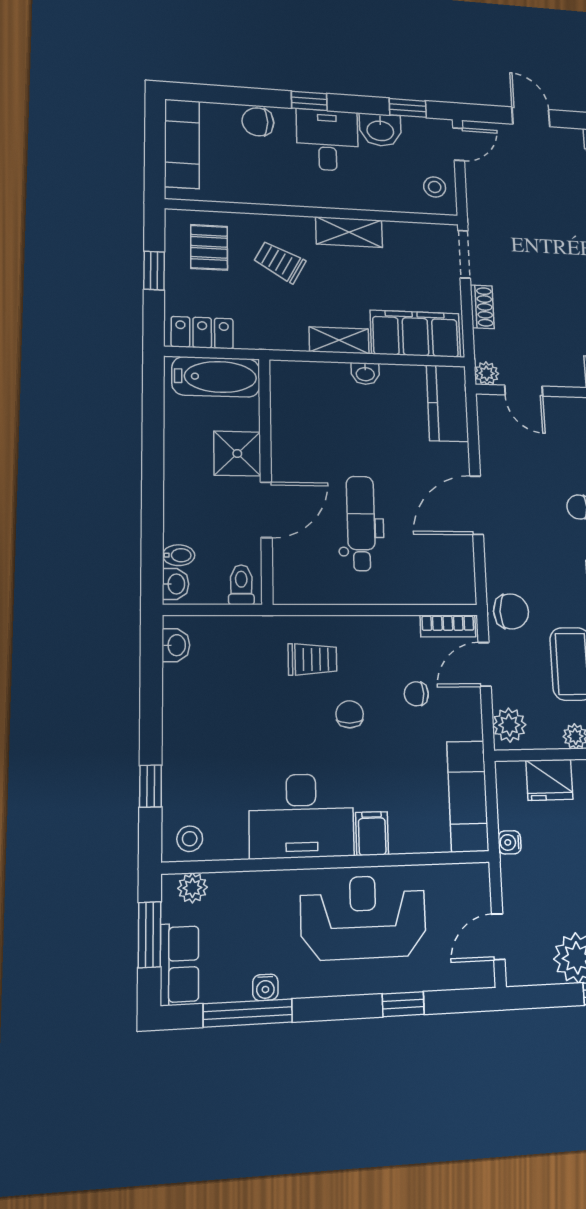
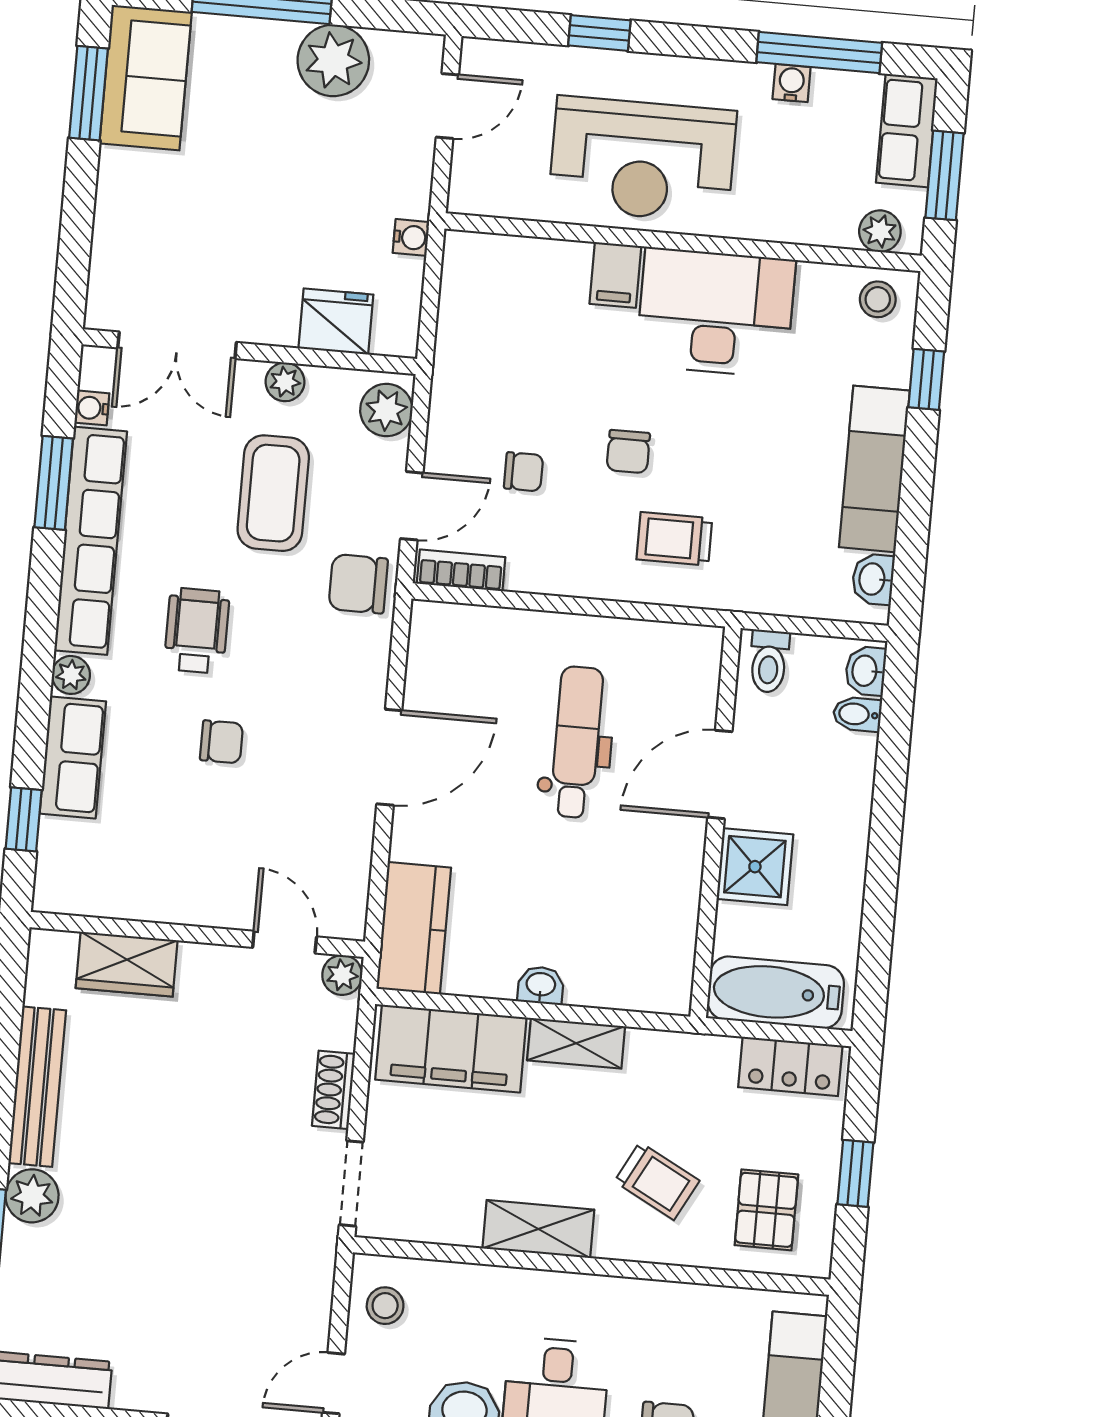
dental chair: (361, 523) -> (577, 742), turned 180
exam couch: (468, 796) -> (874, 469), moved, turned 180

